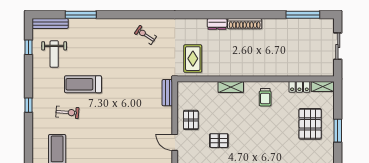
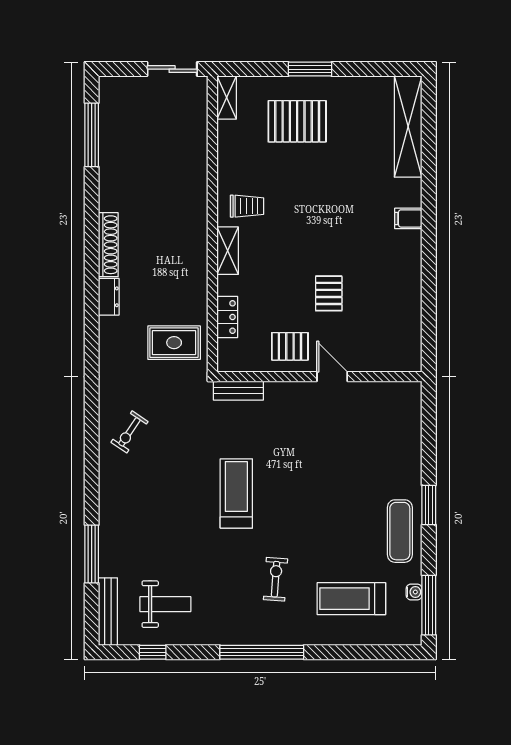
sliding door: (338, 46) -> (172, 69), moved
treadmill: (83, 84) -> (236, 493), moved, turned 180
shelving: (231, 87) -> (228, 251), moved
locker: (299, 87) -> (227, 317), moved
window: (29, 105) -> (262, 652), width x3.17
door: (175, 142) -> (332, 377), swing flipped

